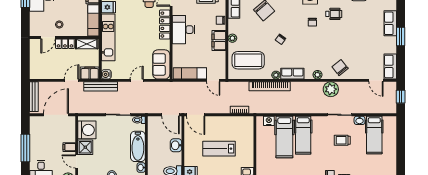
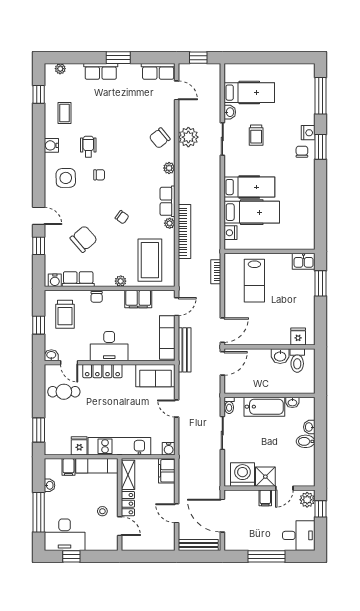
filing cabinet: (219, 41) -> (138, 299), moved
door: (72, 80) -> (177, 513), moved
door: (376, 80) -> (177, 90), hinge flipped
bench: (101, 86) -> (185, 350), moved
plant: (331, 89) -> (188, 137), moved
washbasin: (176, 145) -> (280, 356), moved
lab bench: (219, 149) -> (254, 281), moved

